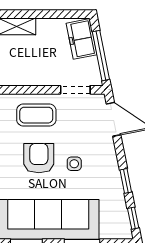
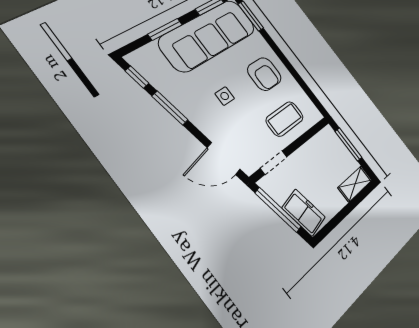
armchair: (39, 158) -> (264, 74), moved
window: (126, 181) -> (170, 108), width x1.50

